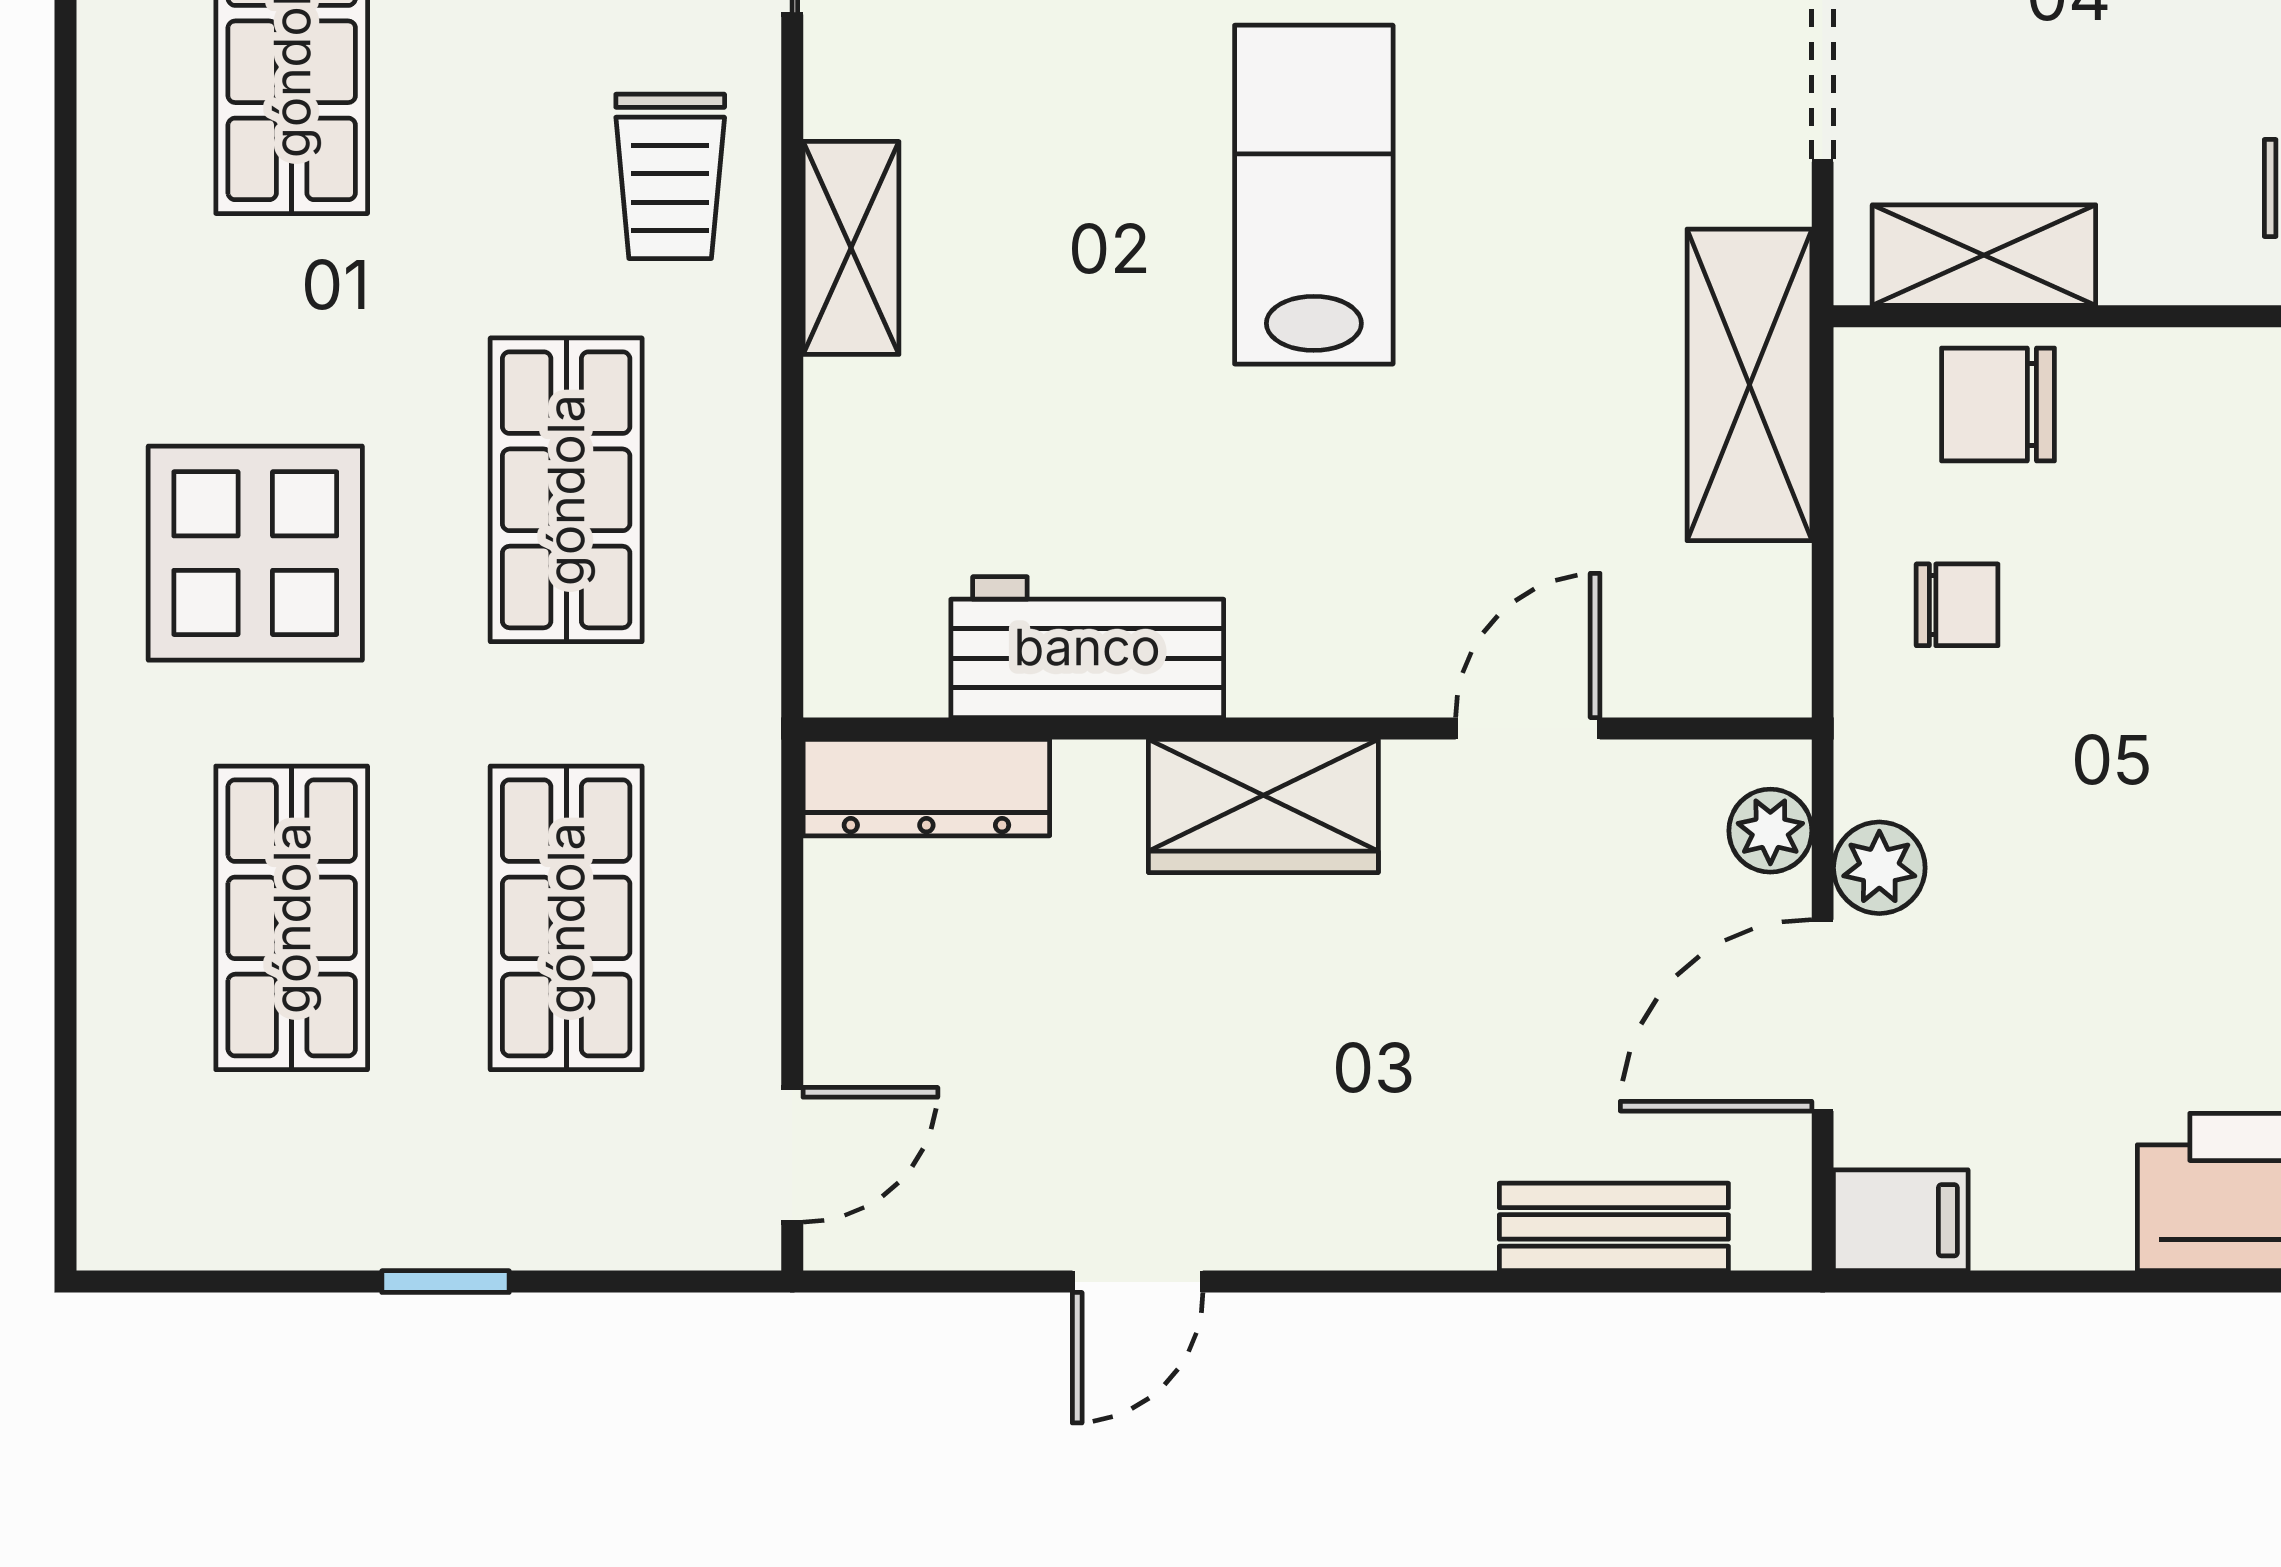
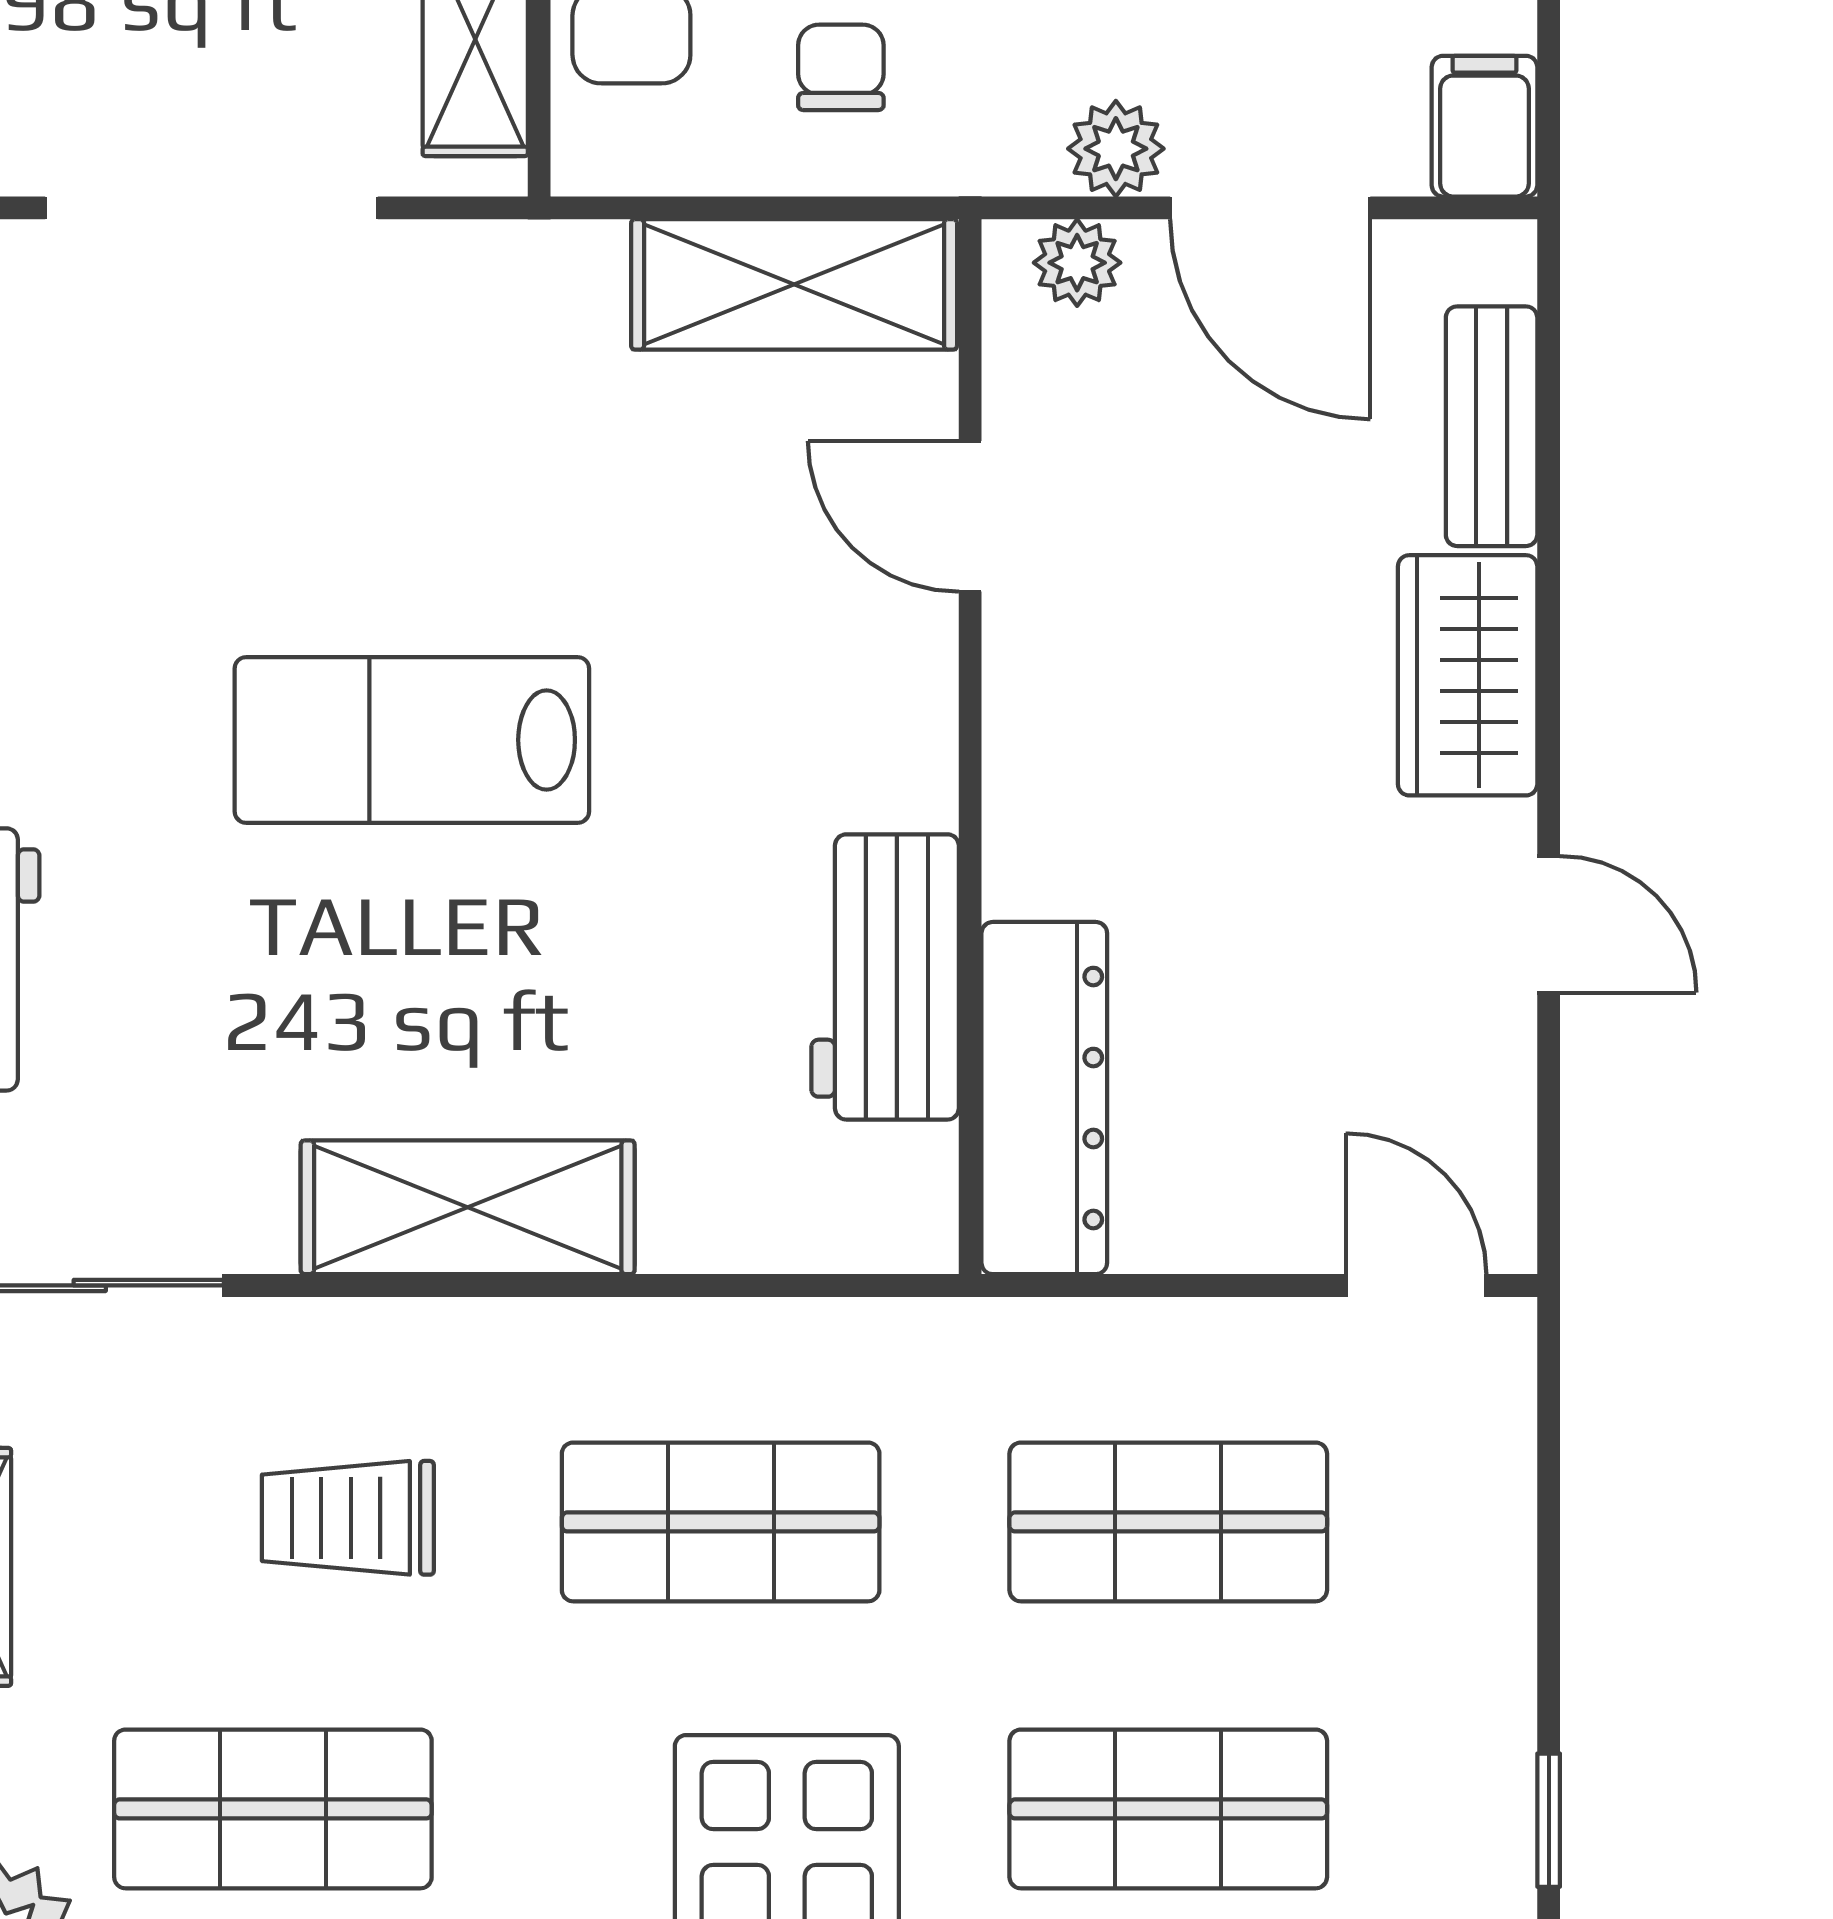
trolley: (670, 176) -> (348, 1518), moved, turned 180
shelving: (851, 248) -> (468, 1207), width x1.50, depth x1.33
shelving: (1749, 385) -> (794, 284), moved
dresser: (926, 788) -> (1044, 1098), width x1.37, depth x1.24
wardrobe: (1263, 806) -> (1468, 675), moved, turned 180
window: (445, 1282) -> (1549, 1820), moved

